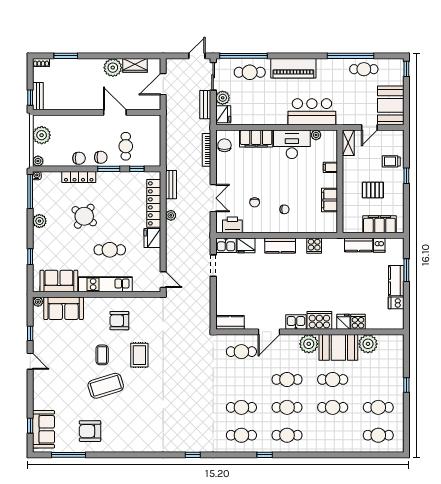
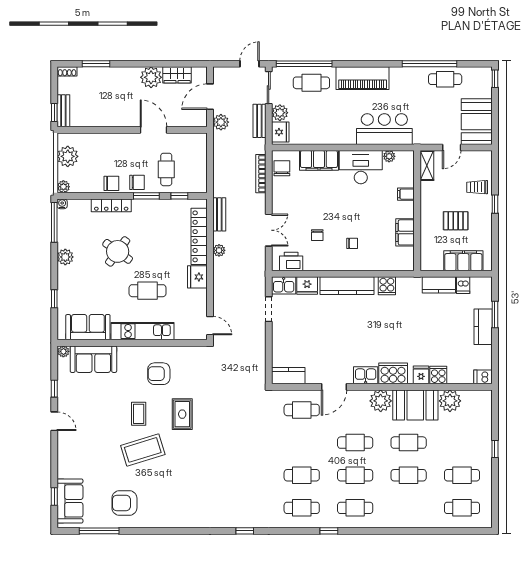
plant: (172, 106) -> (221, 122), added
kitchen counter: (280, 246) -> (347, 286), width x1.50
dishwasher: (396, 303) -> (483, 377), moved

